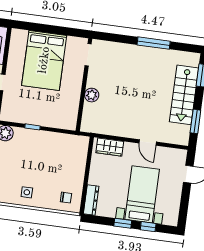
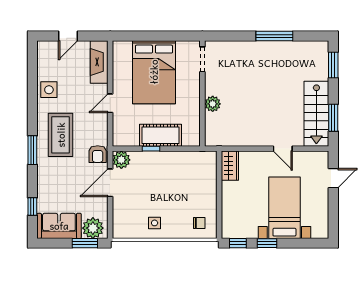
stairs: (184, 95) -> (316, 114), moved
cot: (42, 116) -> (160, 135), added
wardrobe: (110, 147) -> (230, 166), moved, turned -90
dresser: (91, 200) -> (228, 222), removed
window: (148, 227) -> (238, 243), moved

